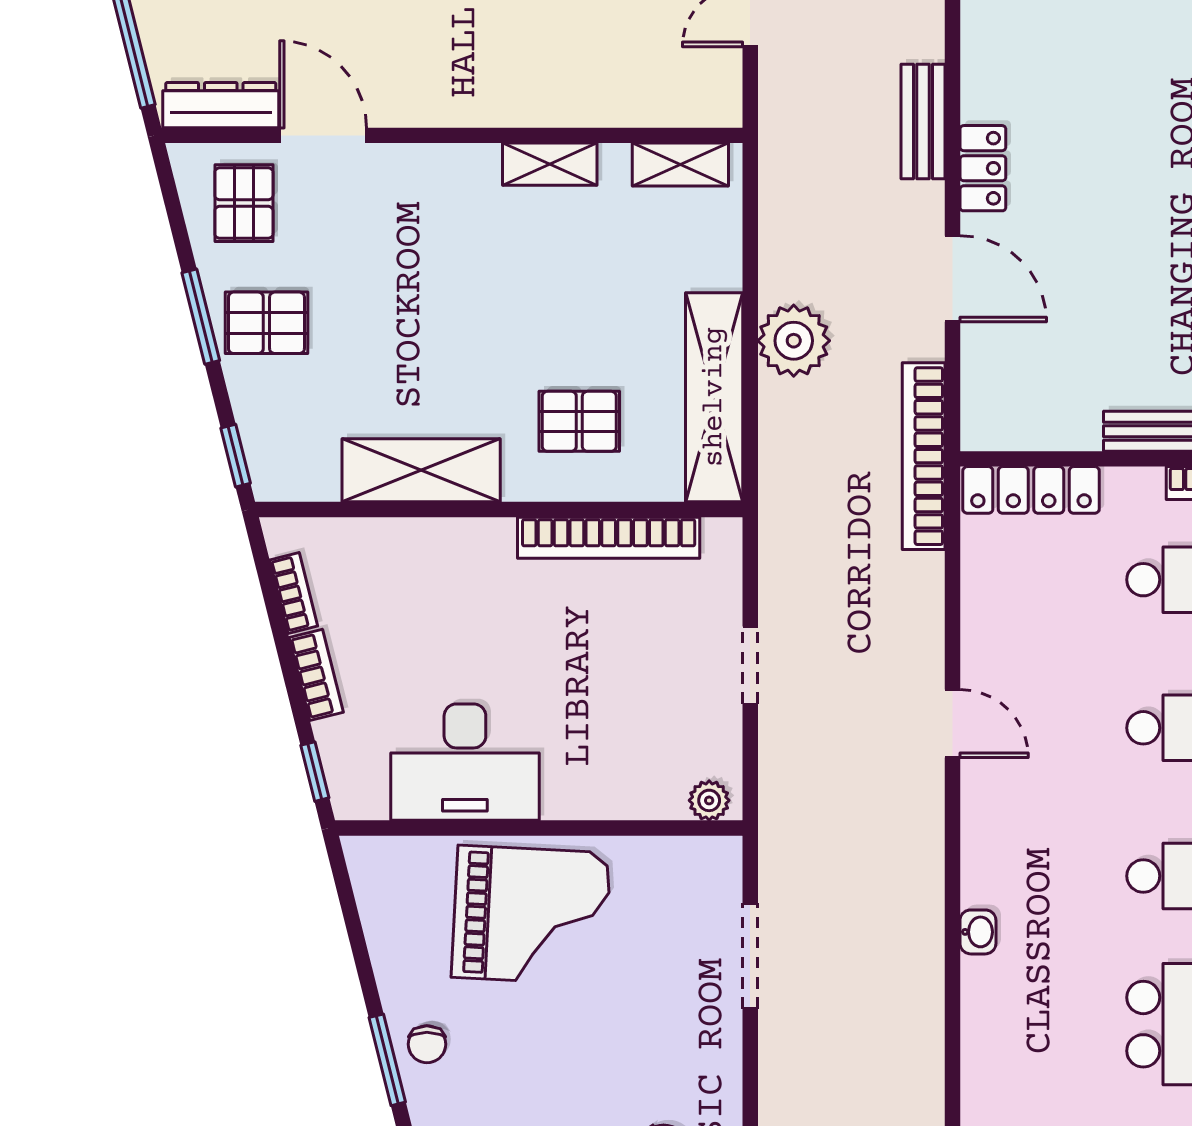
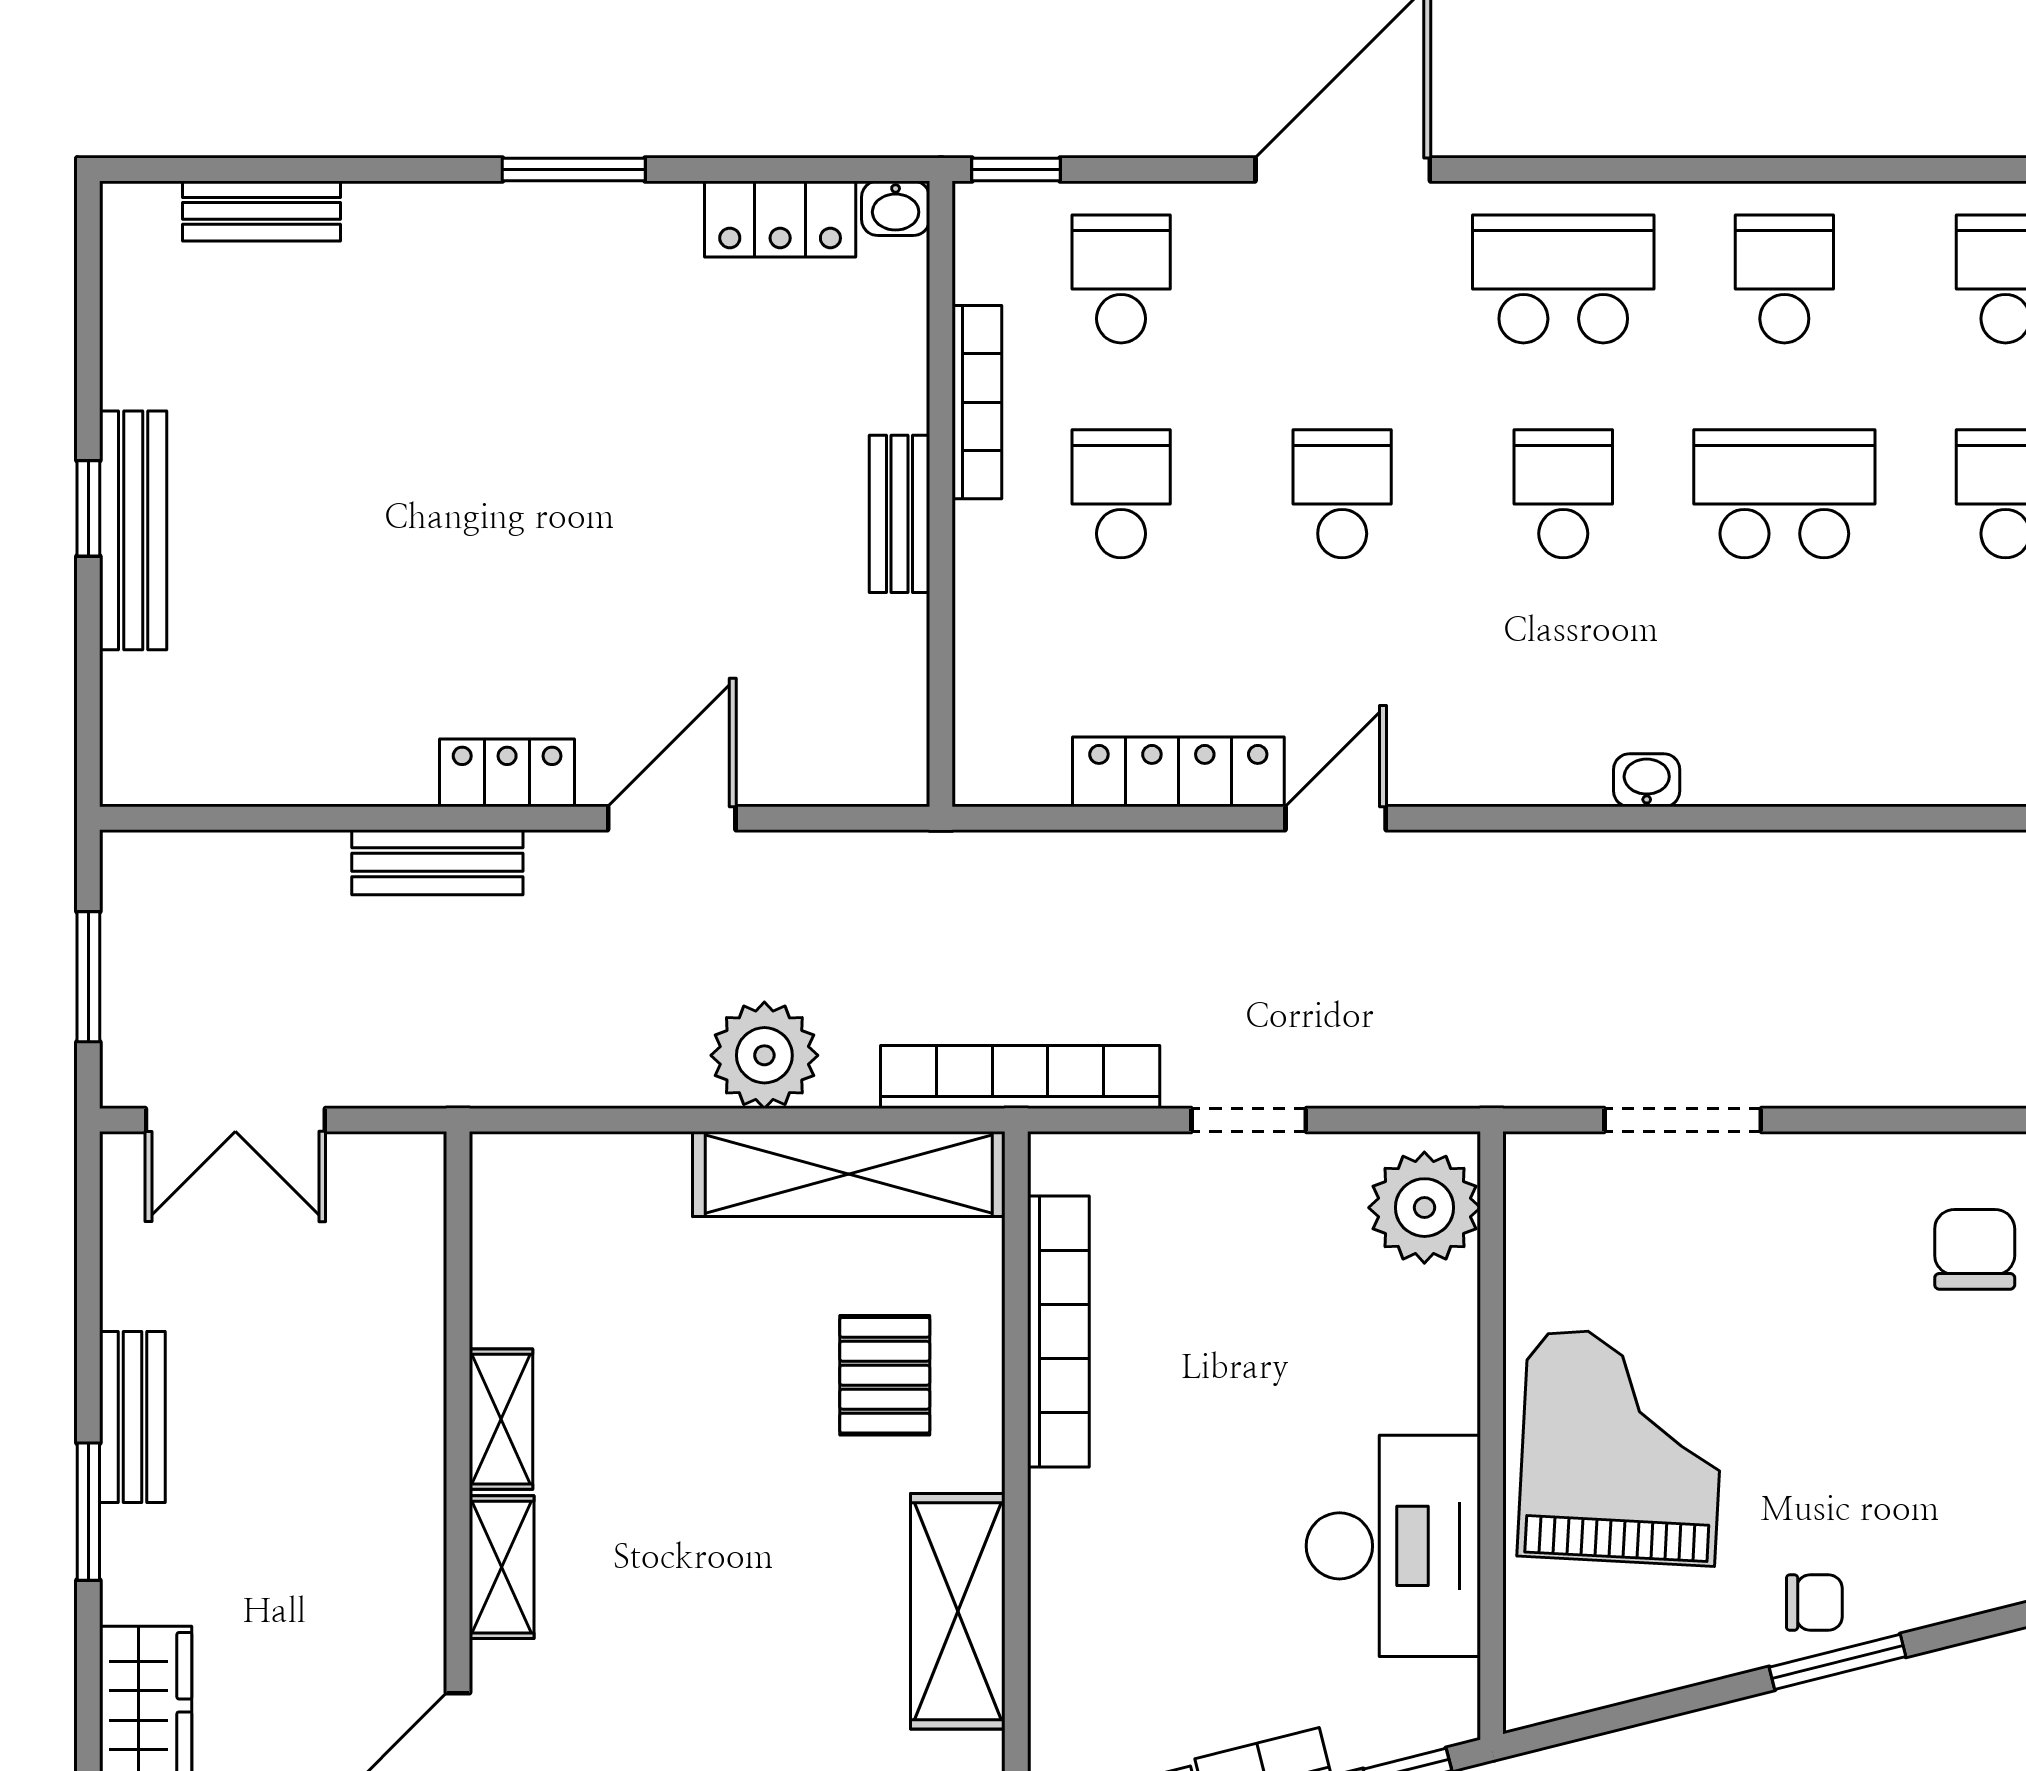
shelving: (680, 165) -> (502, 1567), moved
bookcase: (924, 456) -> (1020, 1077), moved, turned 180
locker: (1031, 490) -> (1178, 772), moved, turned -90
plant: (709, 800) -> (1424, 1208), width x1.88, depth x1.88

